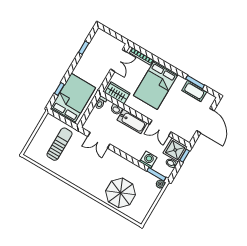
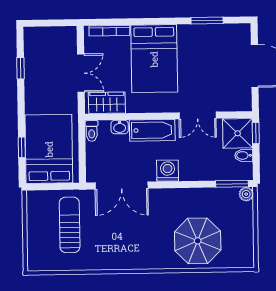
double door: (119, 61) -> (81, 73), moved
cot: (194, 91) -> (213, 34), removed
double door: (99, 140) -> (122, 185), width x1.37
washing machine: (148, 160) -> (168, 171), moved

